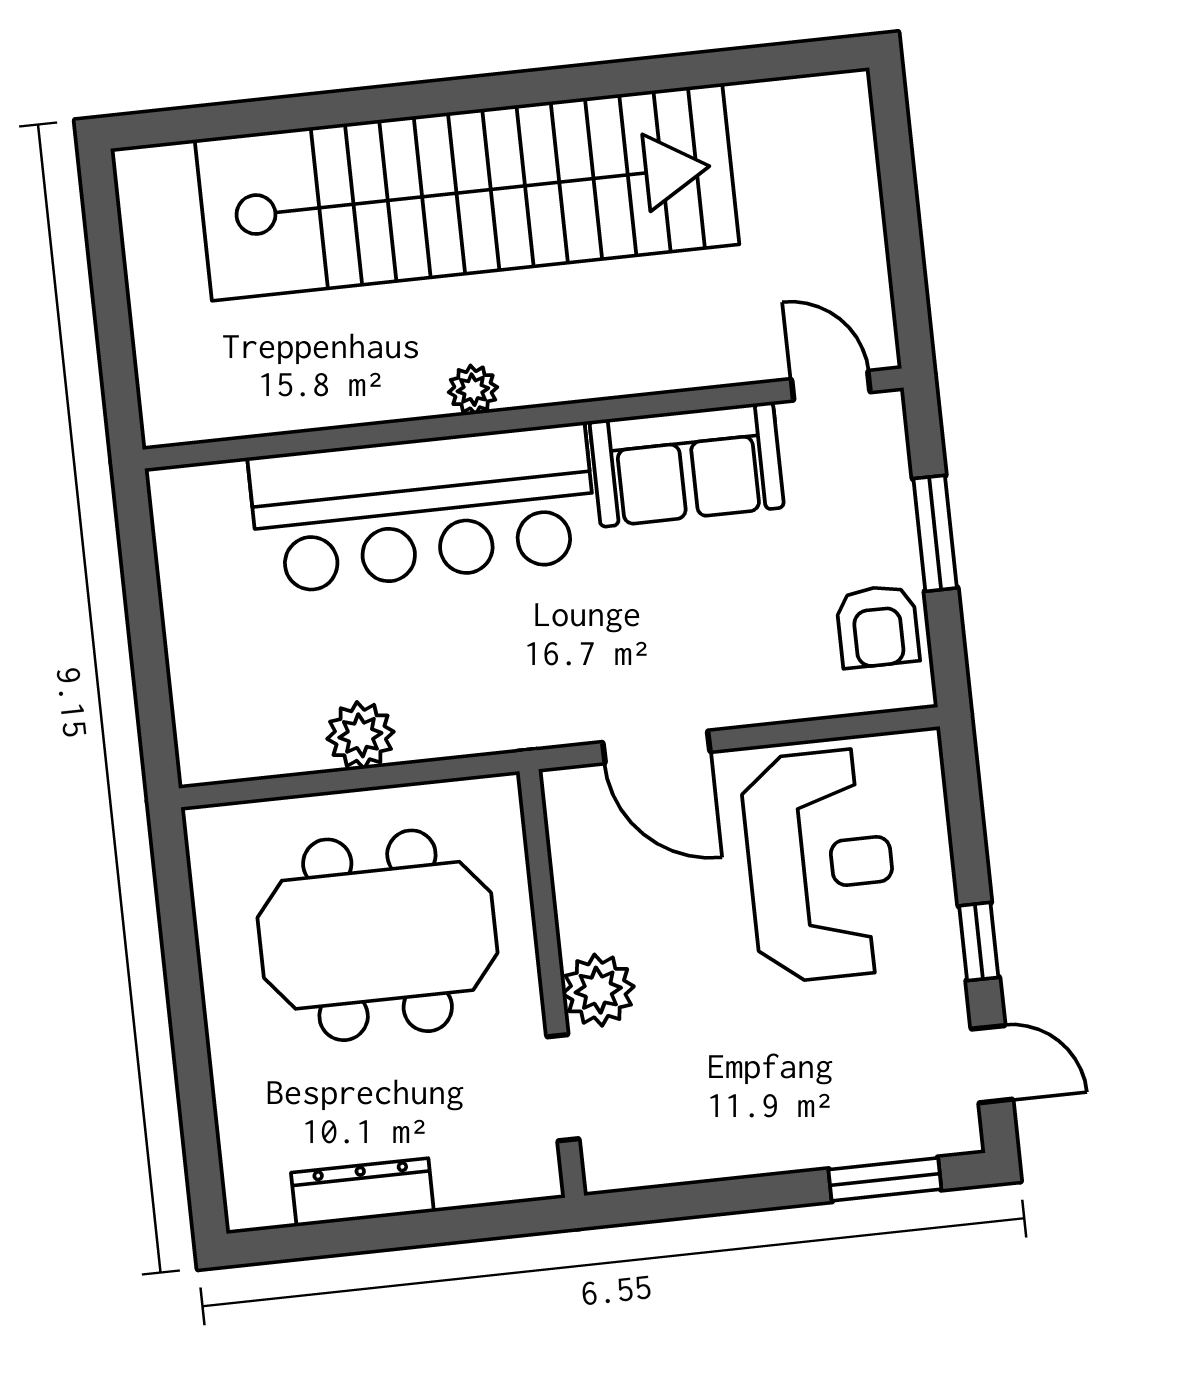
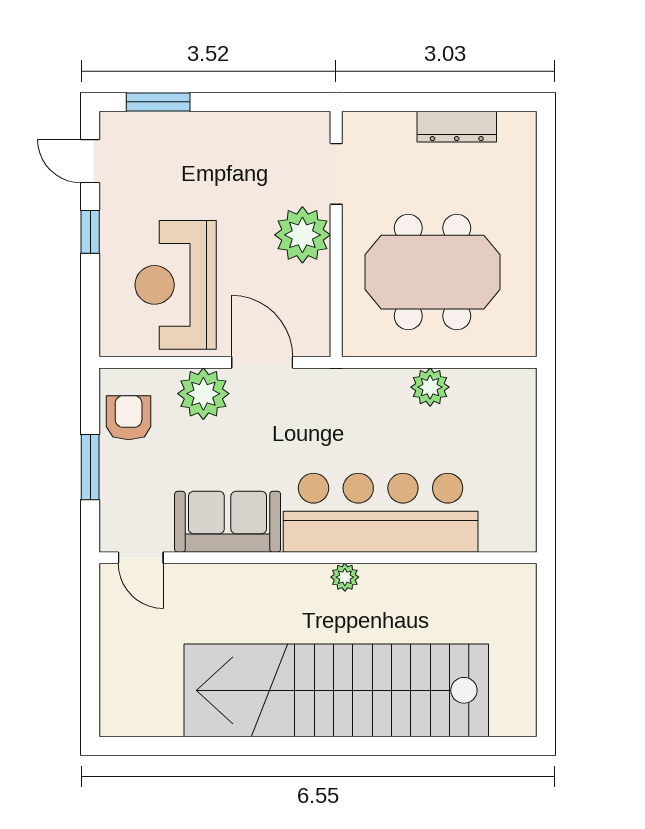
plant: (752, 682) -> (203, 394), added
plant: (598, 990) -> (302, 235), width x1.36, depth x1.36

